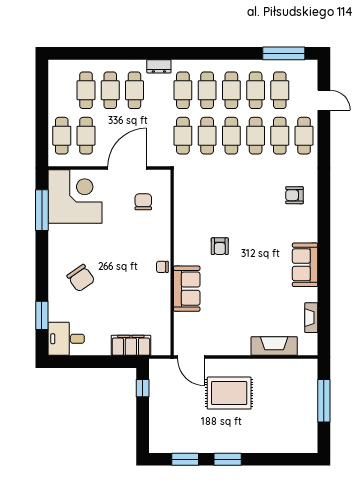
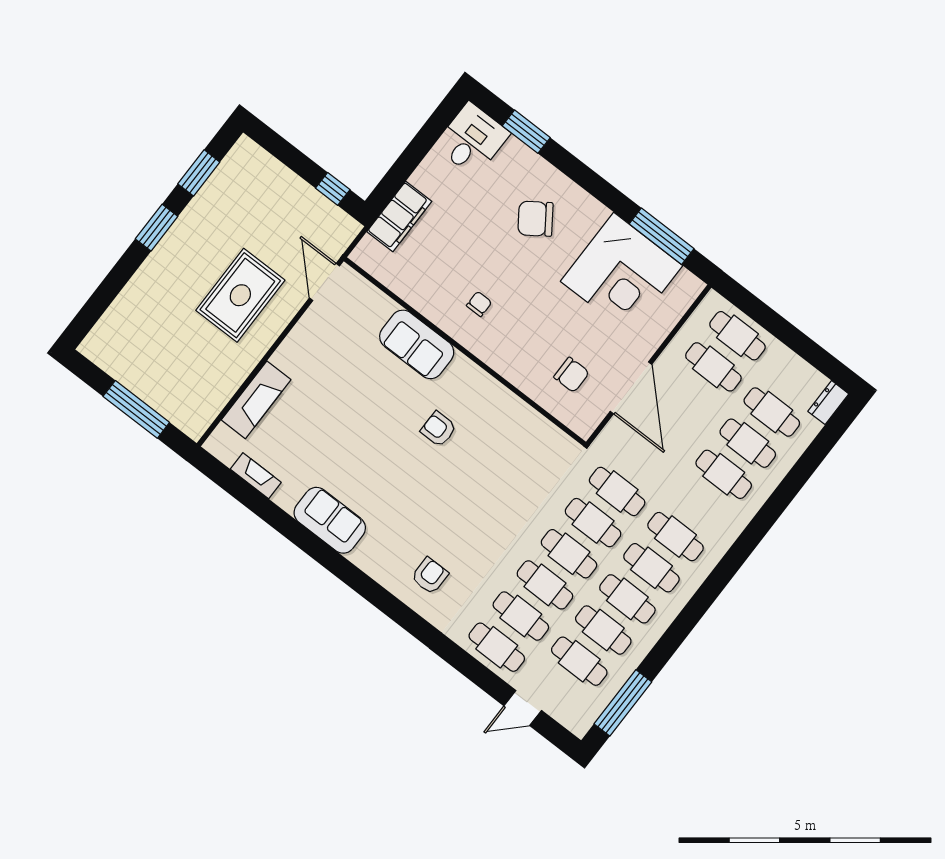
dresser: (159, 66) -> (828, 403), moved
corner desk: (75, 196) -> (622, 273), moved
chair: (162, 267) -> (479, 304), moved
door: (191, 357) -> (325, 282), hinge flipped

